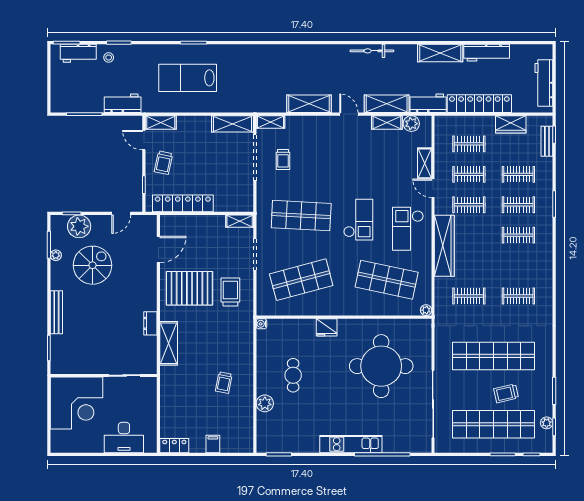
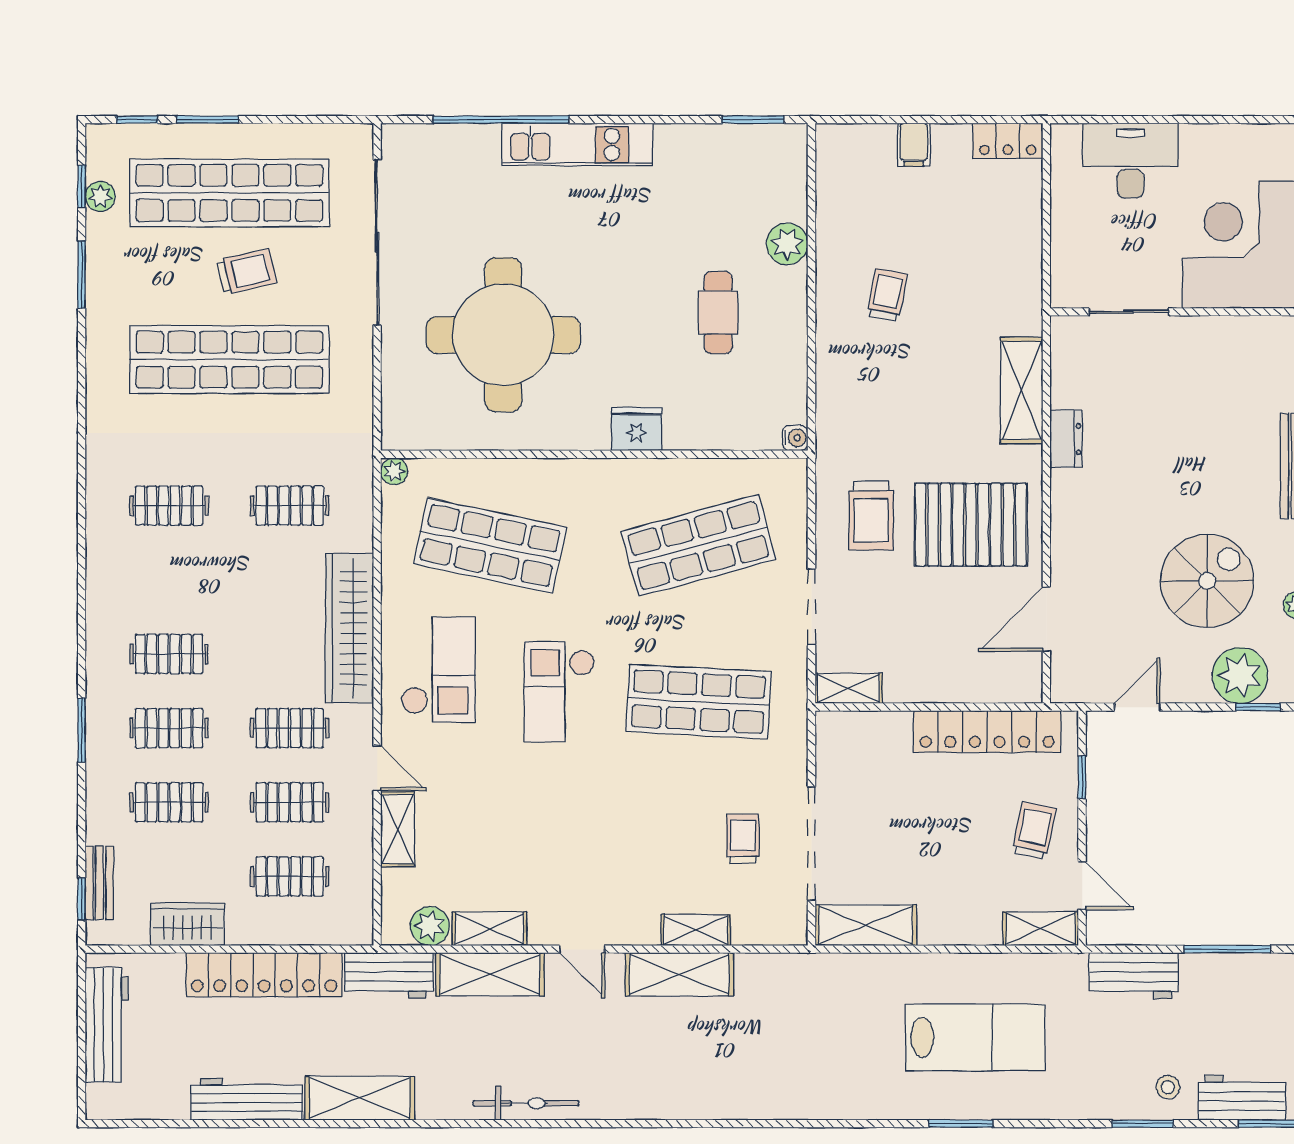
shelving: (270, 122) -> (696, 930), moved
spiral stairs: (93, 265) -> (1207, 581), turned 180
trolley: (506, 393) -> (246, 272), moved

